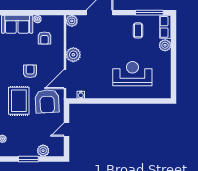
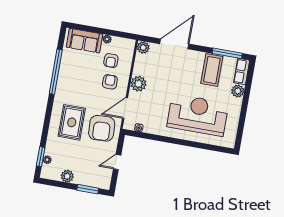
coffee table: (138, 30) -> (212, 70), width x1.86, depth x1.72
armchair: (30, 71) -> (110, 82), moved
reception desk: (132, 74) -> (198, 115), width x1.36, depth x1.30
plant: (43, 151) -> (67, 176), moved
window: (28, 159) -> (88, 189), moved

